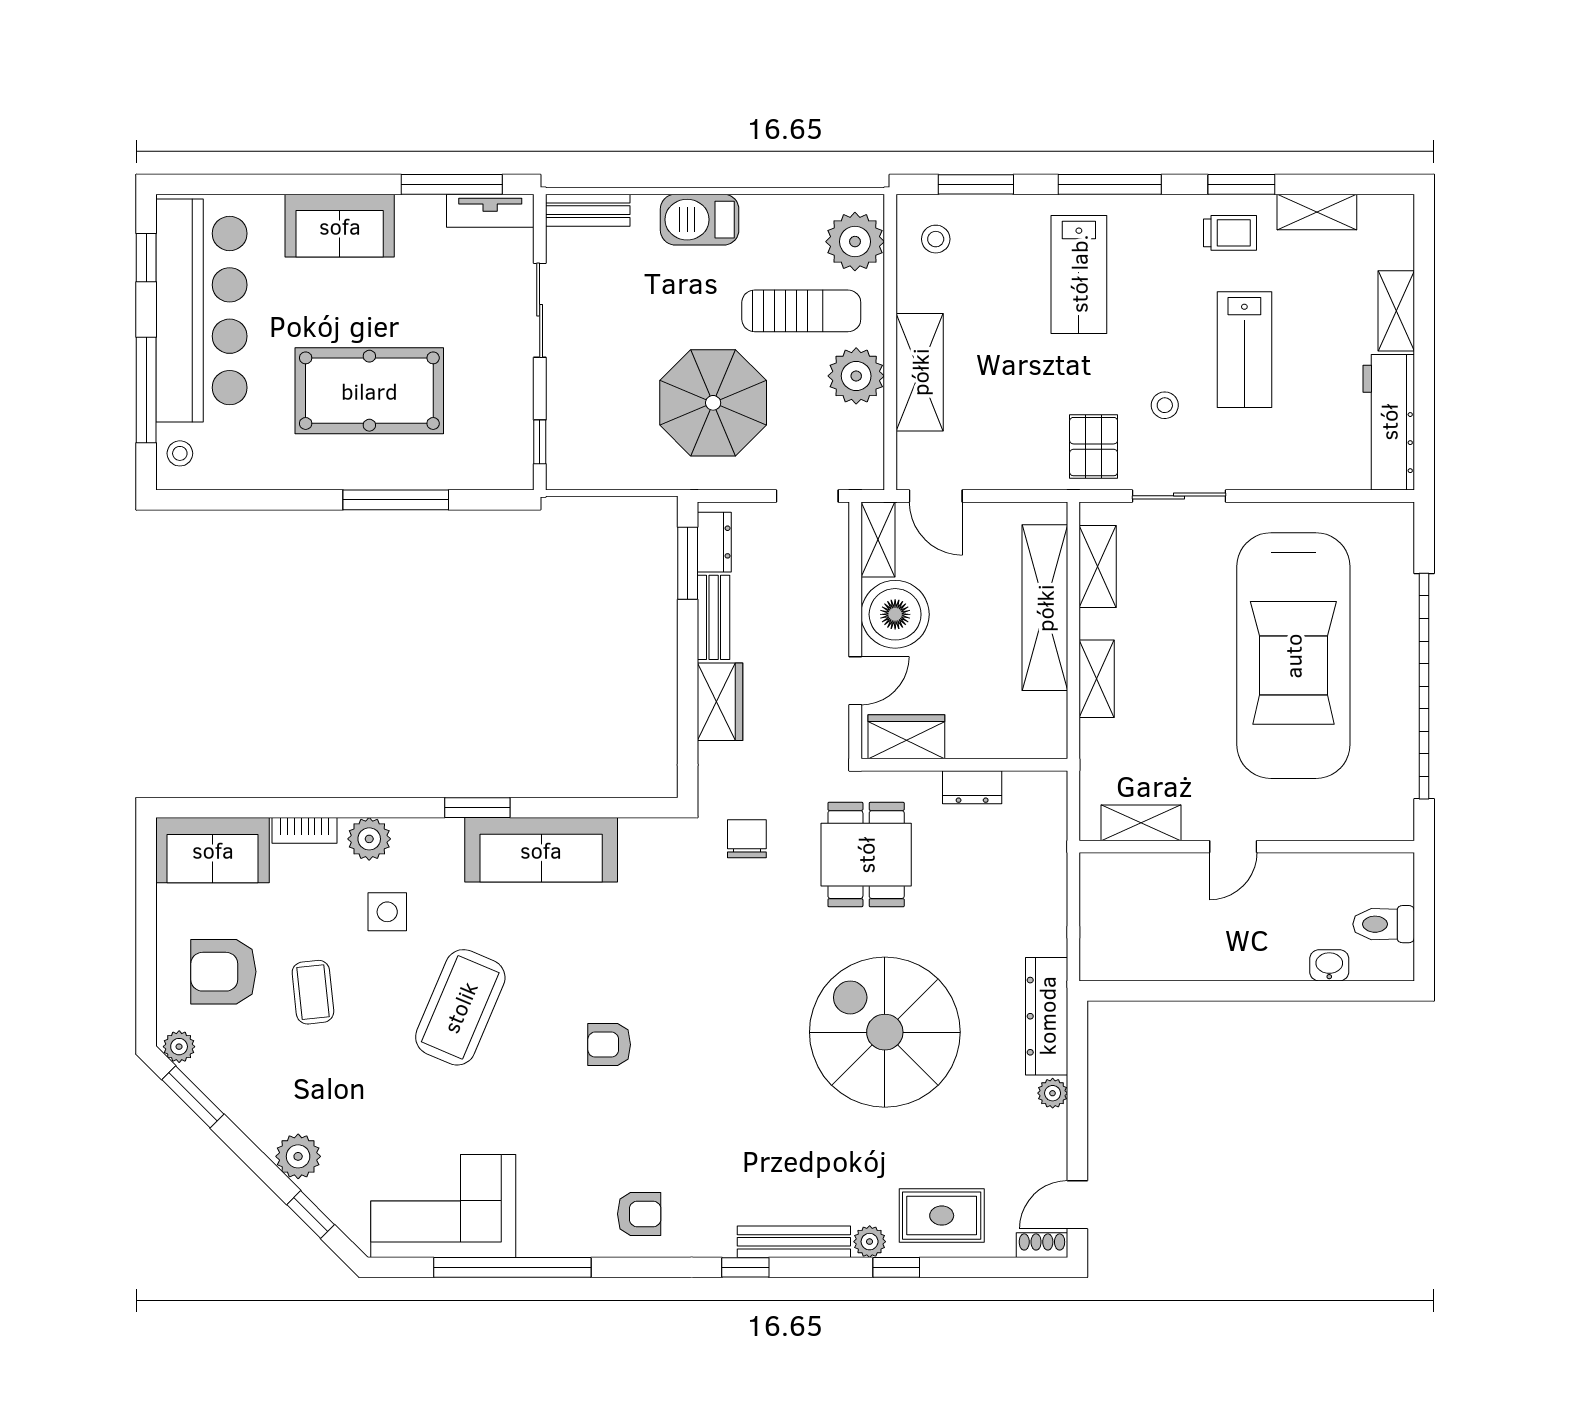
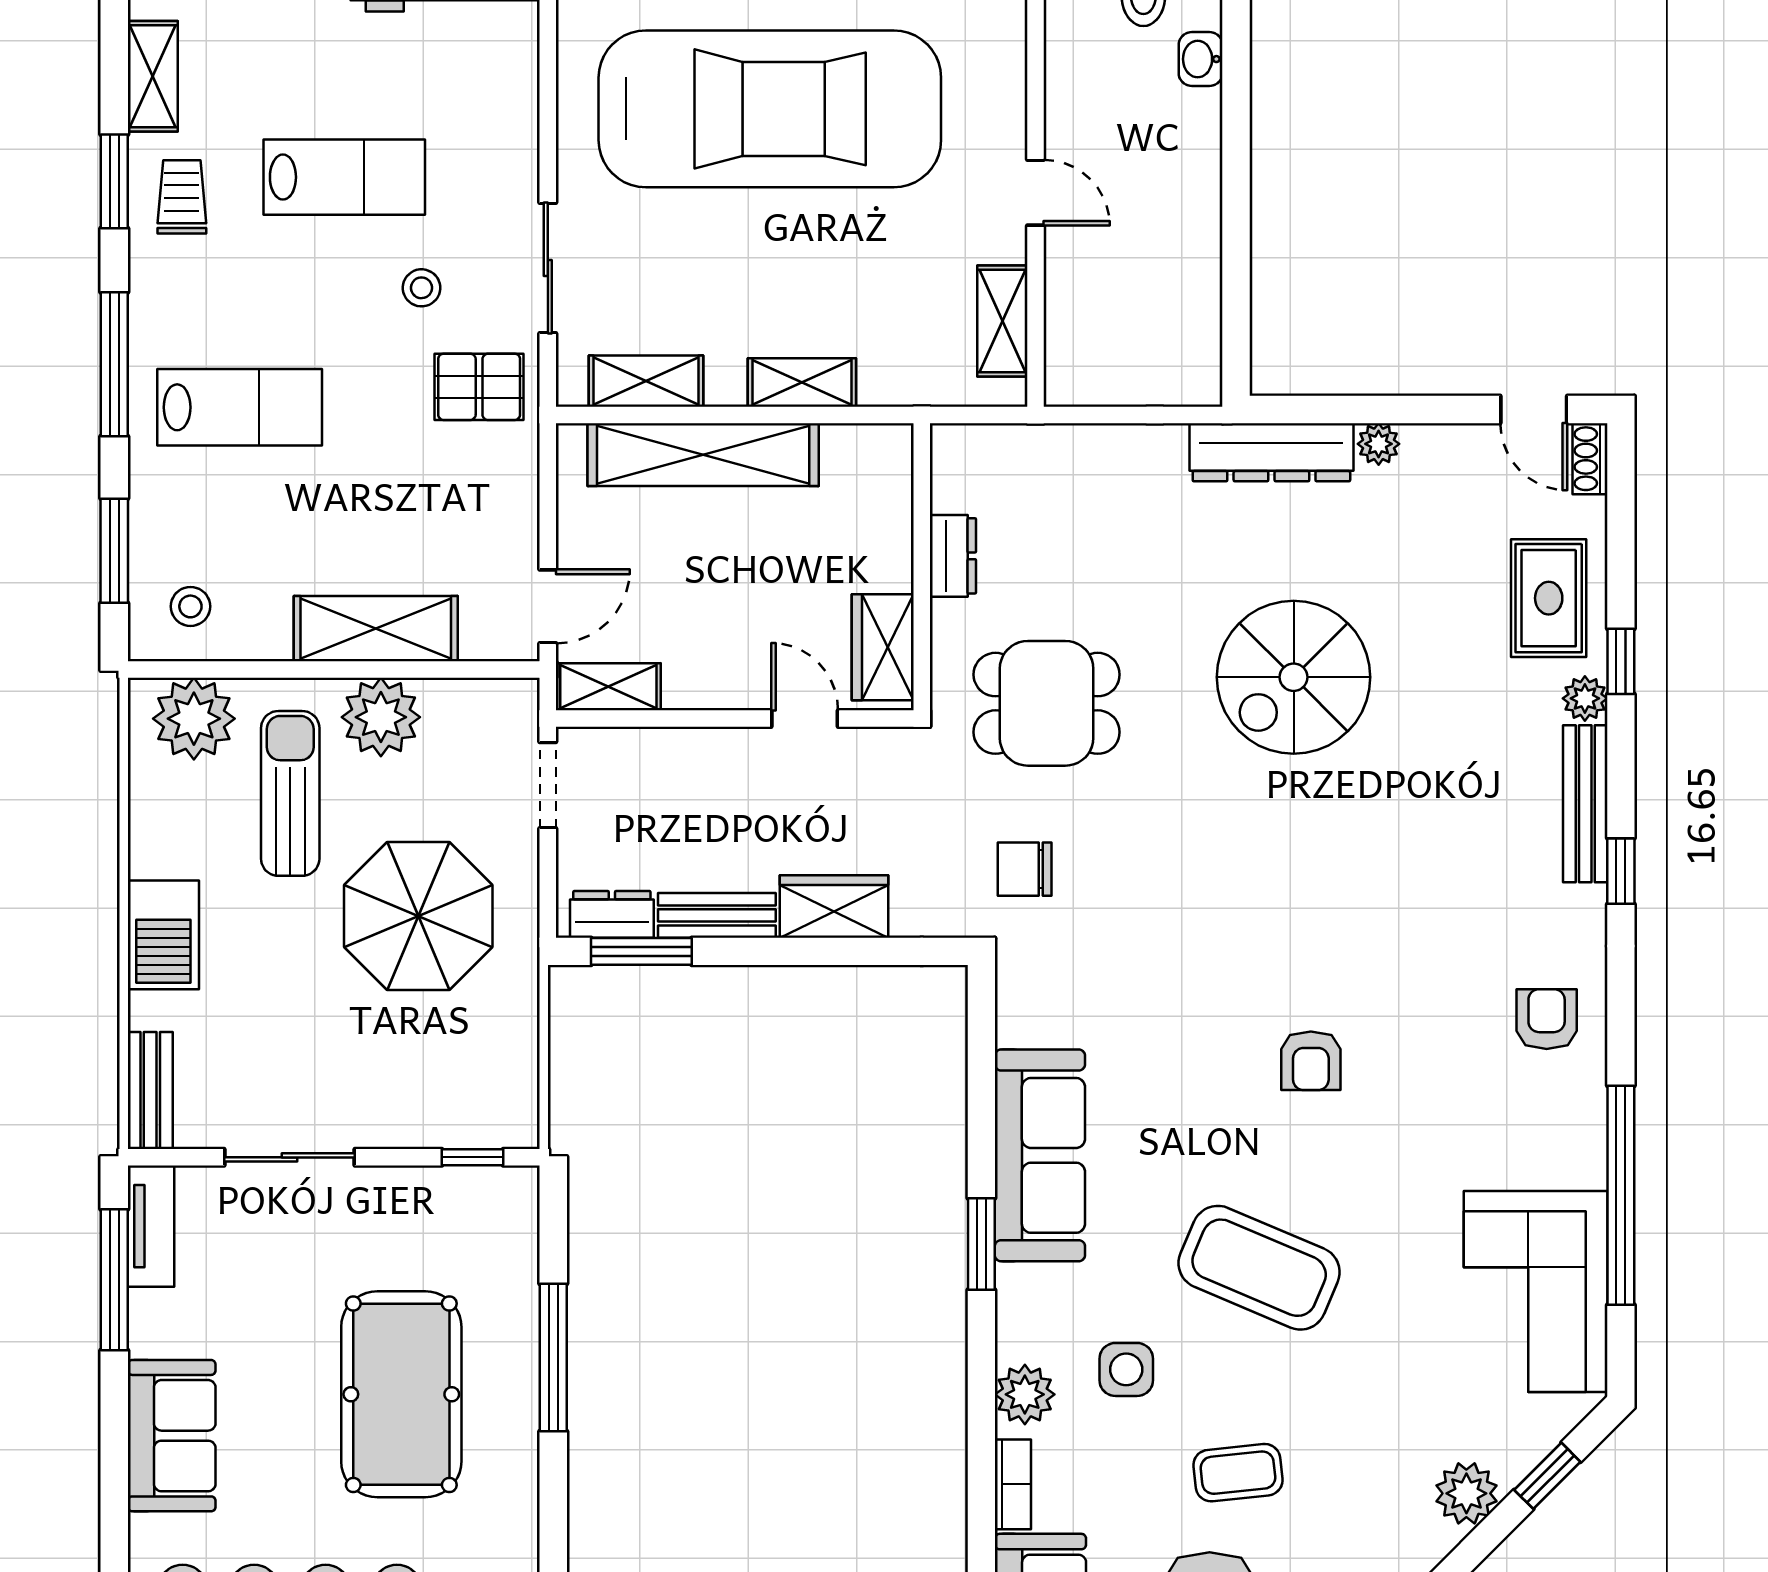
boiler: (895, 614) -> (712, 663), removed
spiral stairs: (885, 1032) -> (1294, 677), width x0.73, depth x0.73

